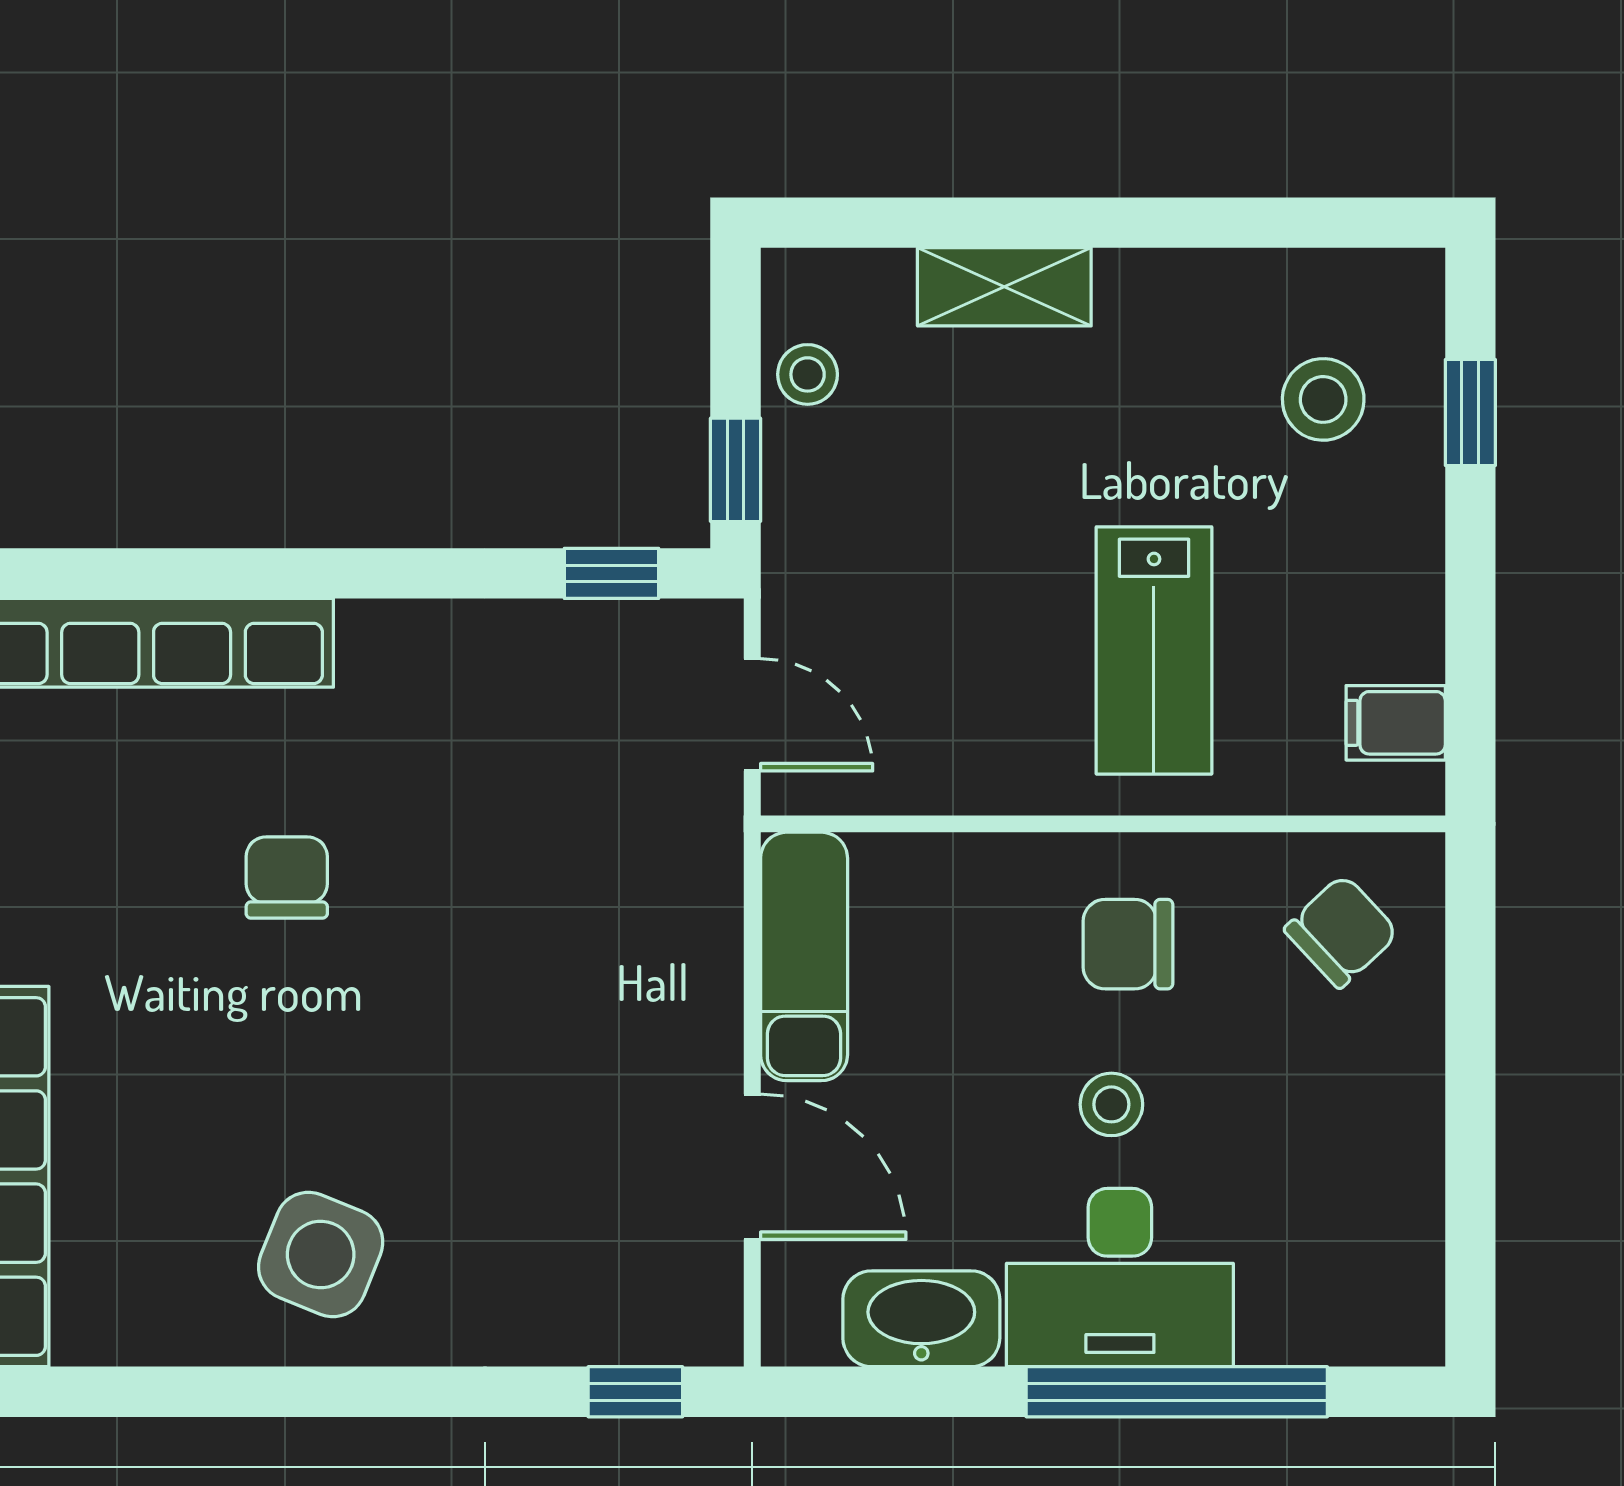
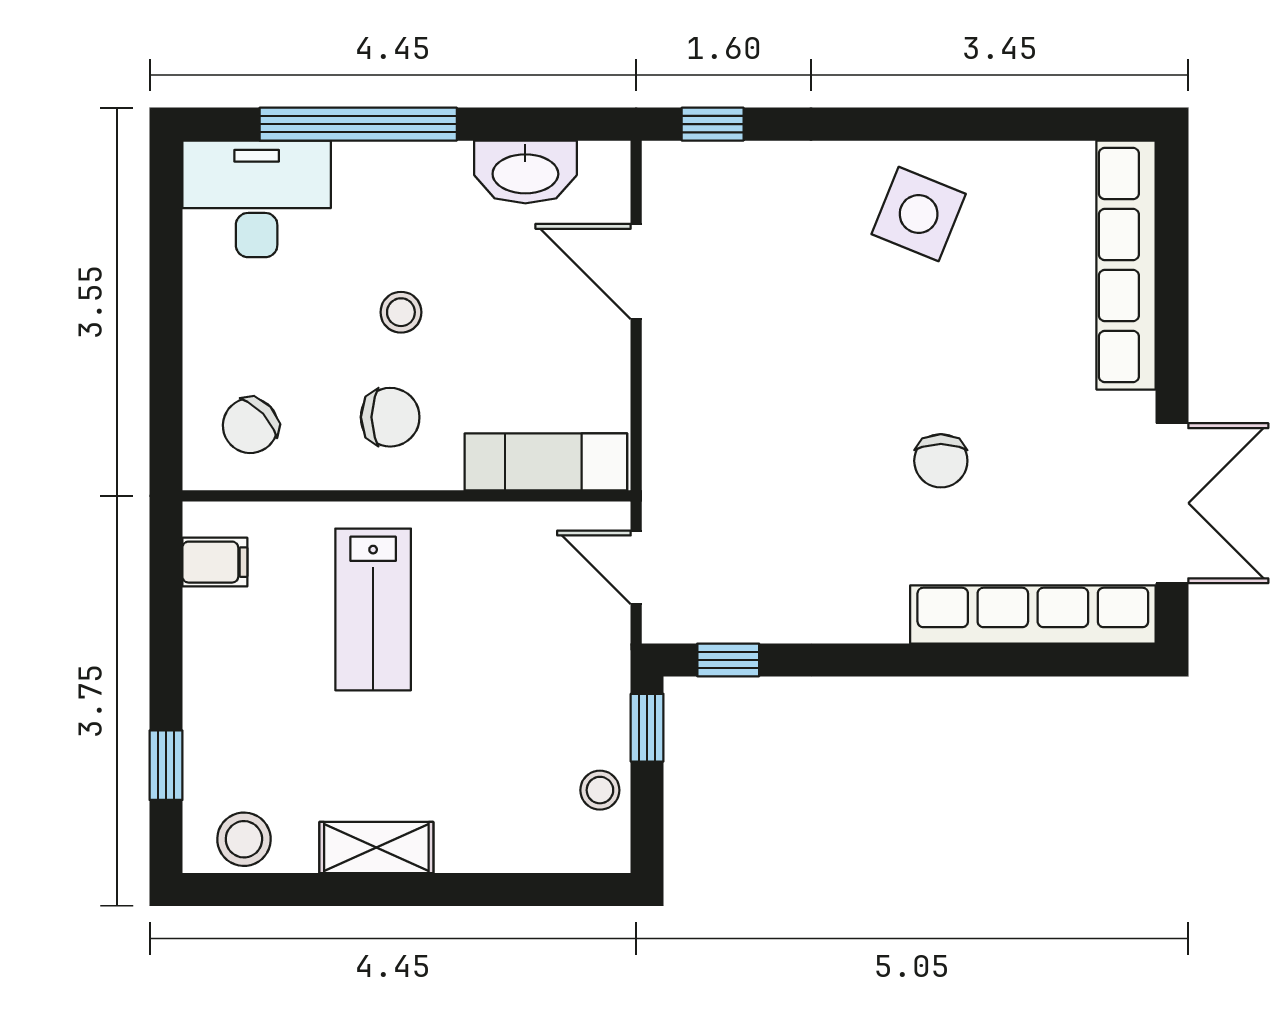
shelving: (1004, 287) -> (376, 848), moved
stool: (1323, 399) -> (244, 839), moved
lab bench: (1154, 650) -> (373, 609), turned 180
exam couch: (804, 956) -> (546, 462), moved, turned 90
desk: (1120, 1278) -> (257, 199), moved

